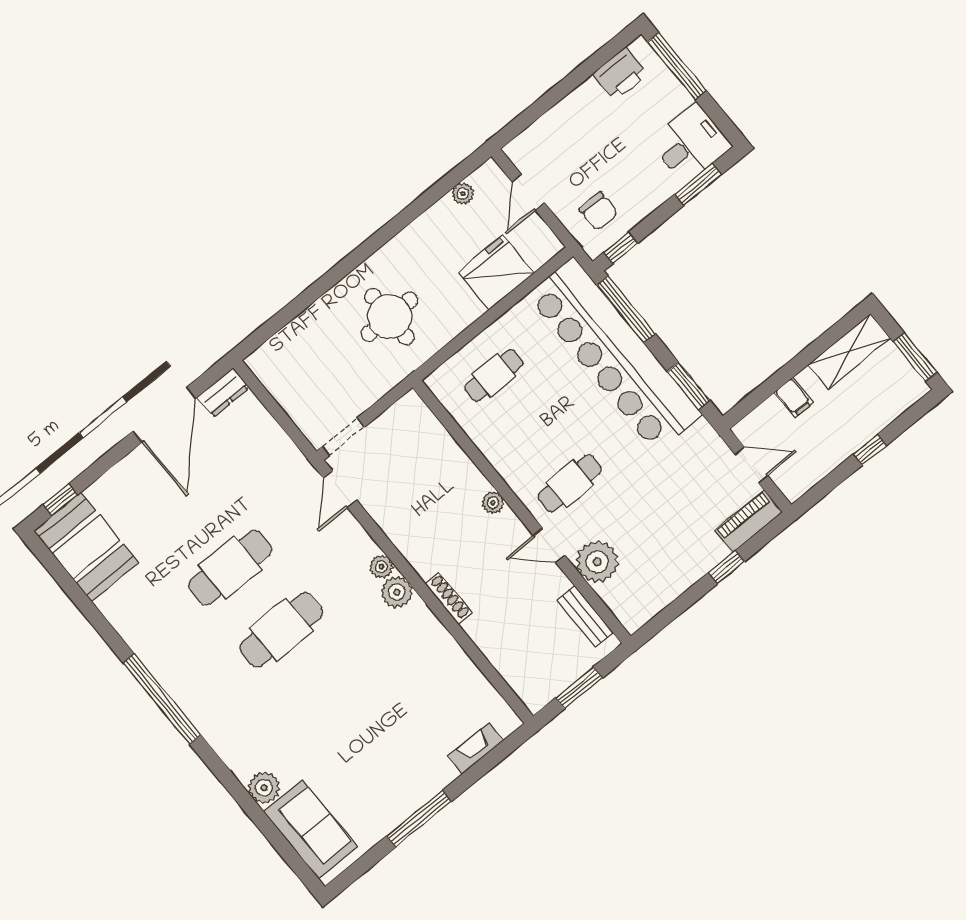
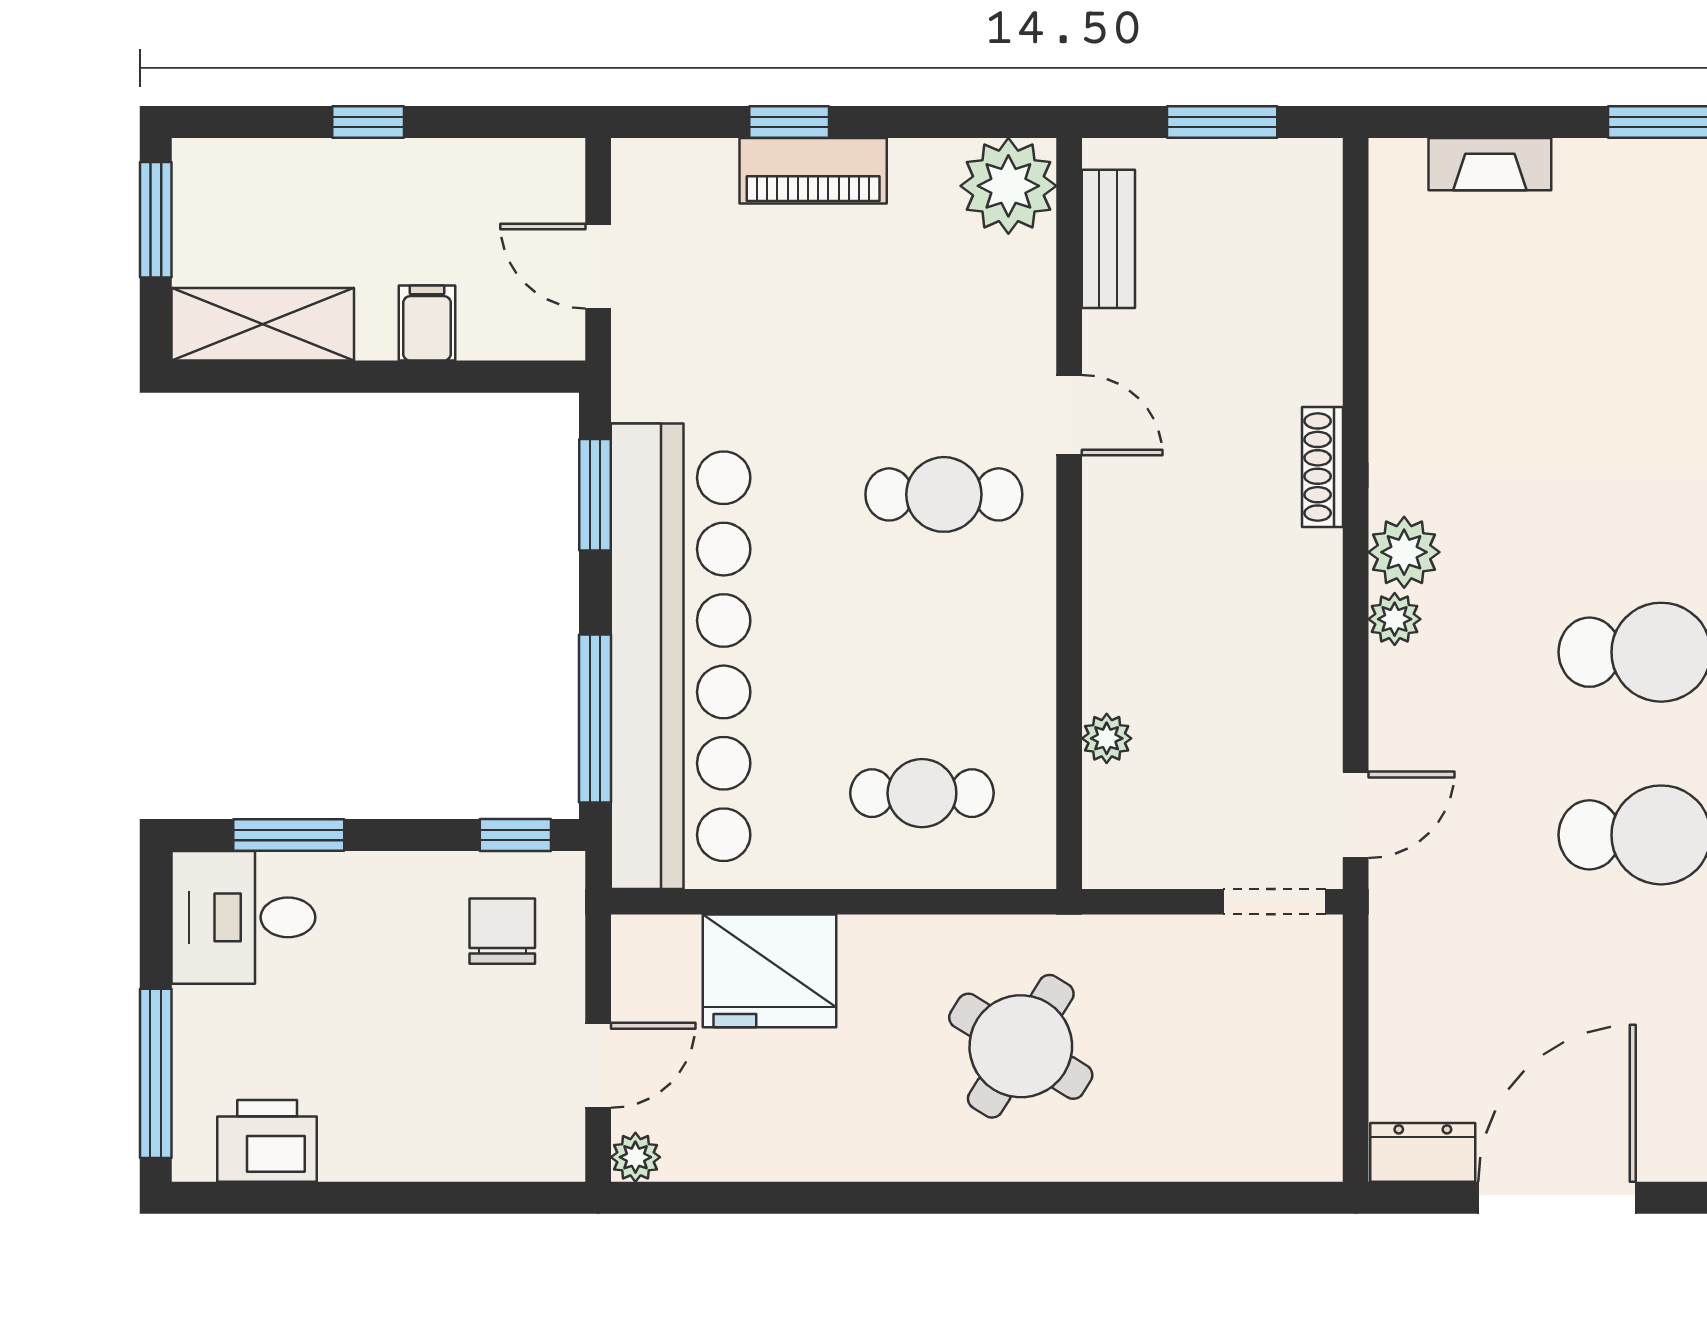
plant: (463, 193) -> (635, 1157), moved
round table: (390, 317) -> (1021, 1046), turned 32
plant: (493, 503) -> (1107, 738), moved
piano: (748, 521) -> (813, 171), moved
plant: (597, 562) -> (1008, 186), moved

